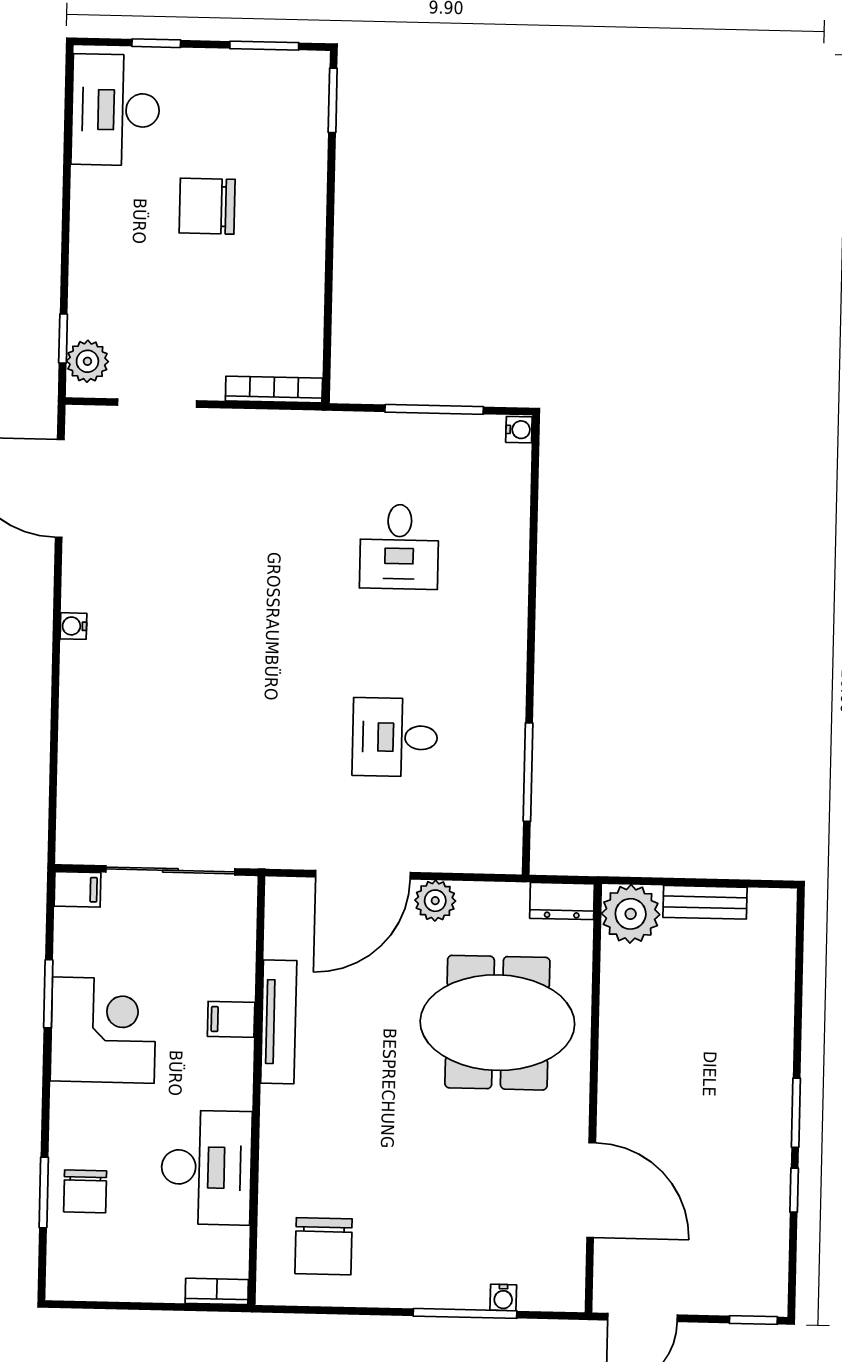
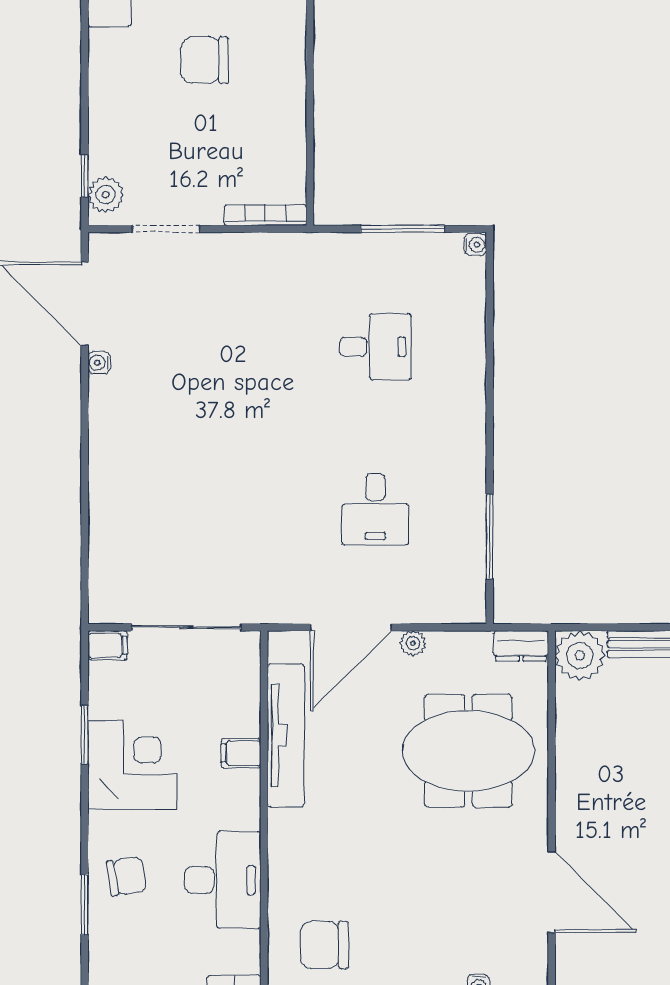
desk: (399, 547) -> (375, 347), turned -90
water cooler: (73, 626) -> (99, 363), moved
desk: (395, 737) -> (375, 509), turned -90
plant: (435, 901) -> (413, 643), width x0.73, depth x0.73
tv unit: (279, 1022) -> (286, 735), width x1.36, depth x1.29
chair: (85, 1191) -> (126, 876), moved, turned -99
chair: (324, 1246) -> (324, 945), turned 90

